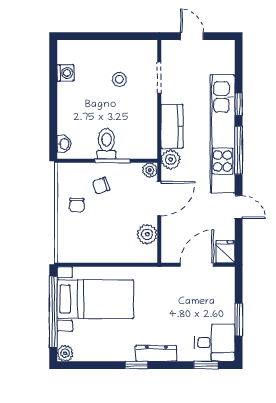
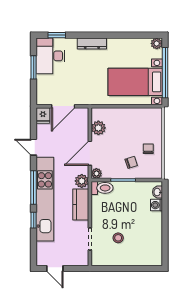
door: (192, 36) -> (55, 269), moved
washing machine: (65, 73) -> (156, 205), moved
toilet: (106, 144) -> (102, 188), moved, turned -90
desk: (215, 343) -> (50, 56), width x1.37
window: (137, 365) -> (106, 35), removed

